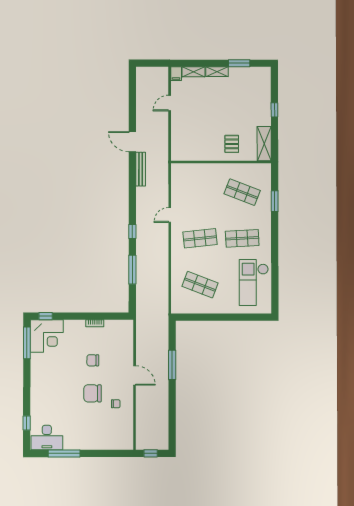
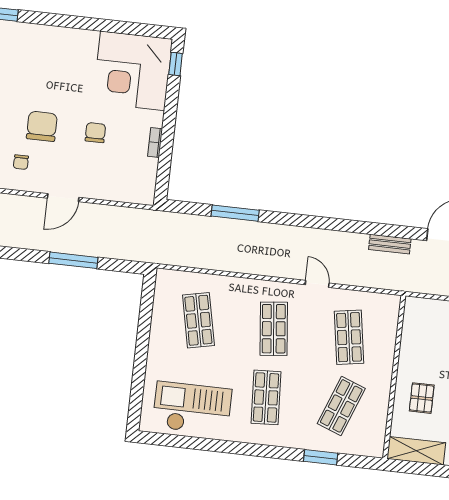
pallet: (232, 144) -> (422, 398), turned 90
bench: (141, 169) -> (390, 244), width x0.73
shop shelf: (200, 192) -> (349, 337), added
window: (132, 232) -> (297, 220), removed
shop shelf: (200, 285) -> (198, 320), turned -33
corner desk: (47, 336) -> (133, 71), width x1.36, depth x1.36
window: (27, 343) -> (136, 29), removed

